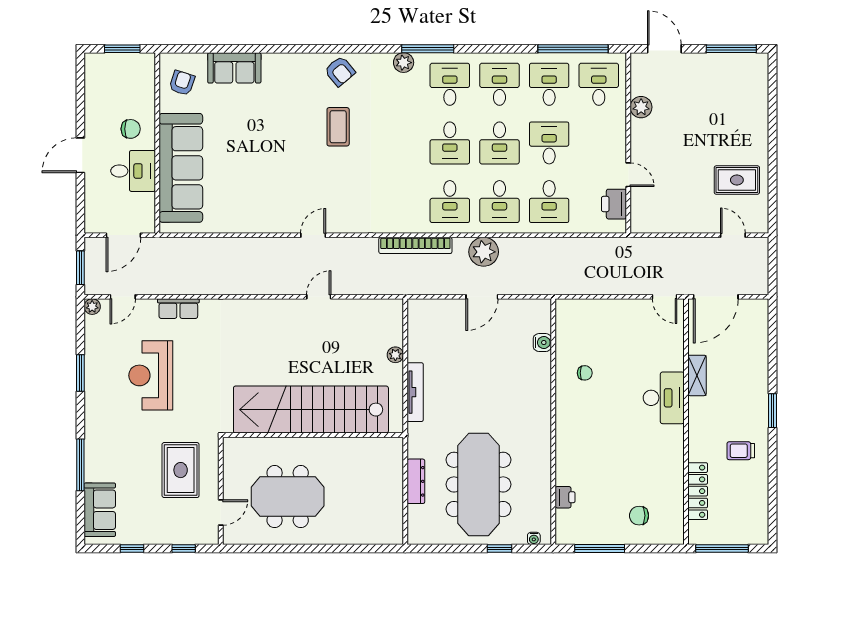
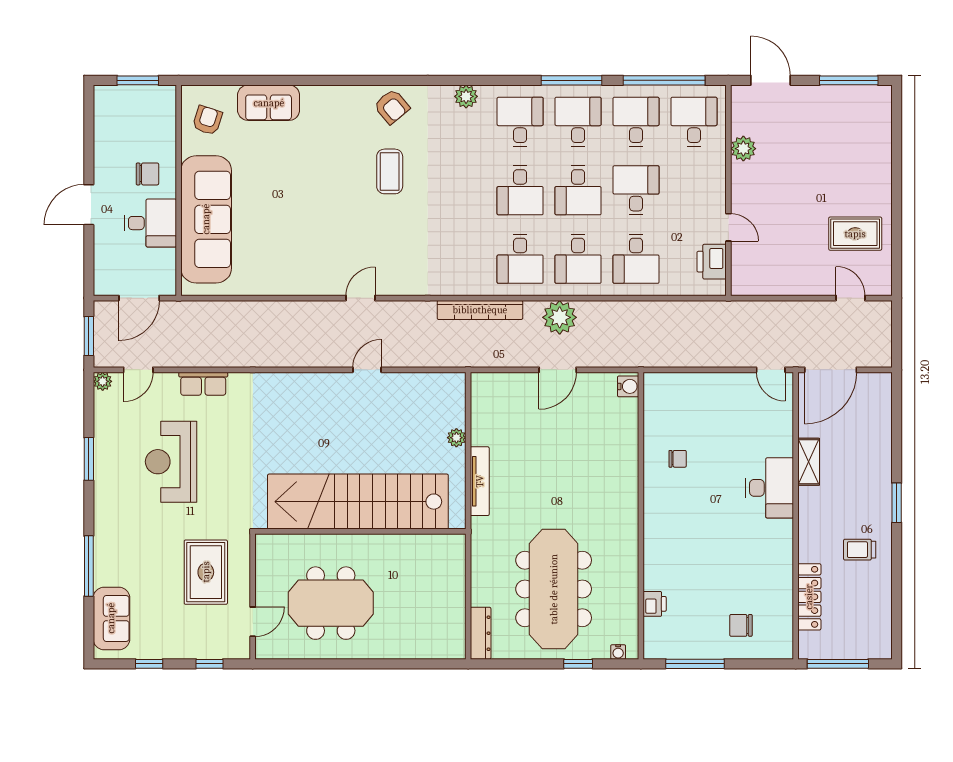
window: (428, 49) -> (572, 80), moved
water cooler: (542, 343) -> (628, 386), moved
dresser: (416, 481) -> (481, 633), moved

